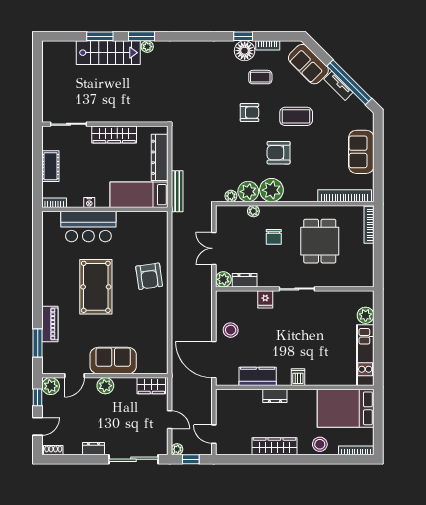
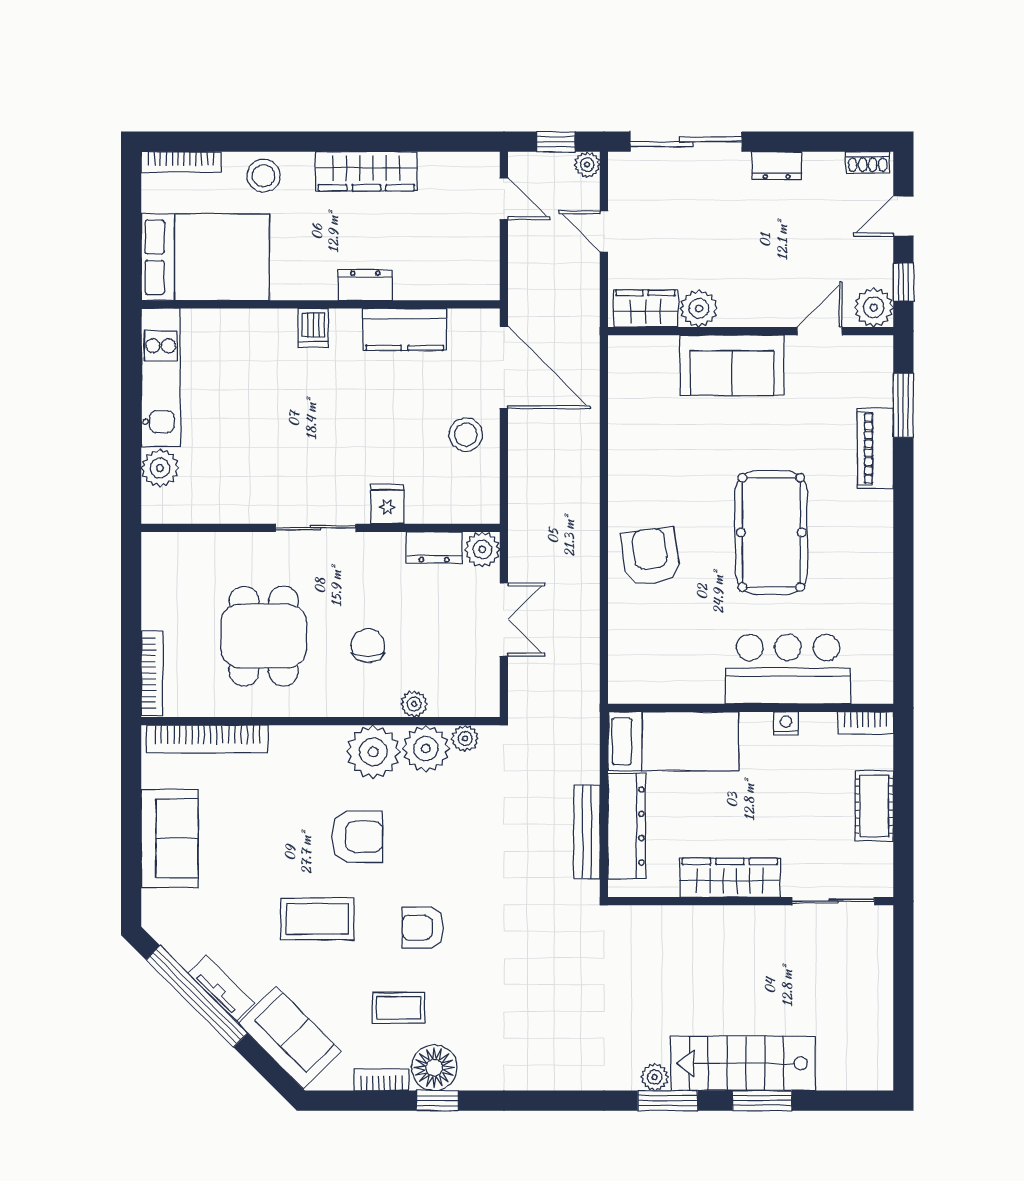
bench: (177, 191) -> (587, 832), moved
plant: (105, 386) -> (699, 308), moved

